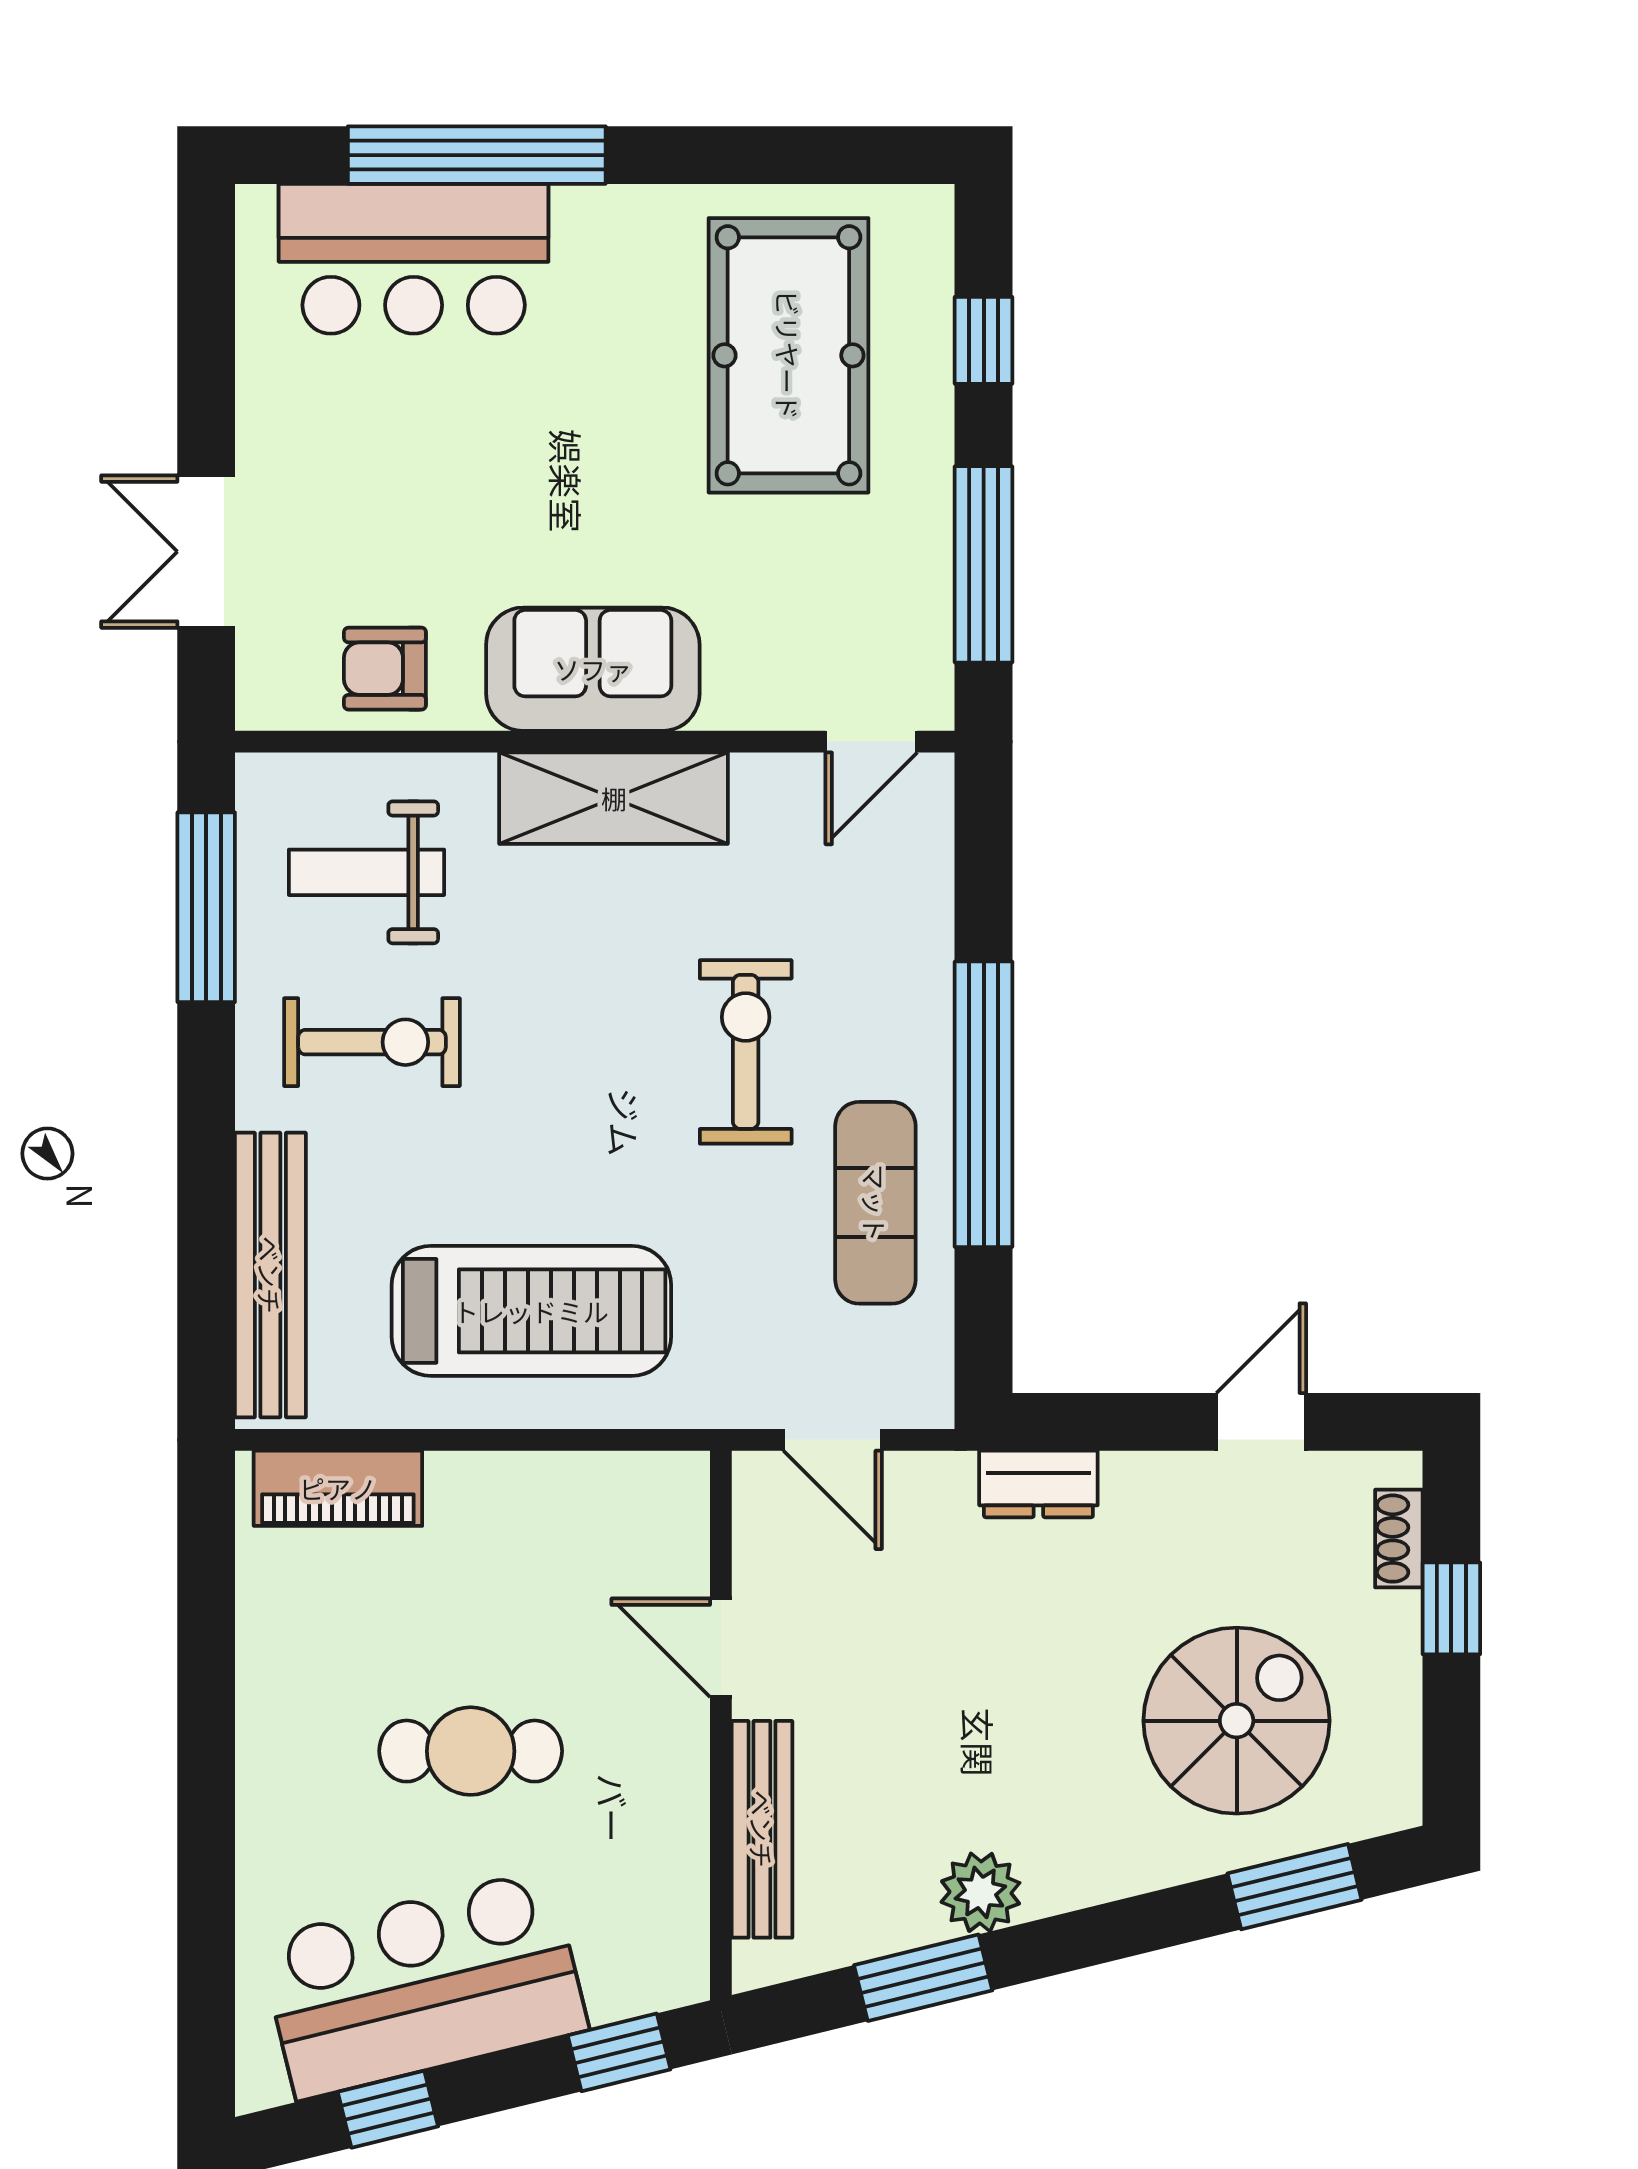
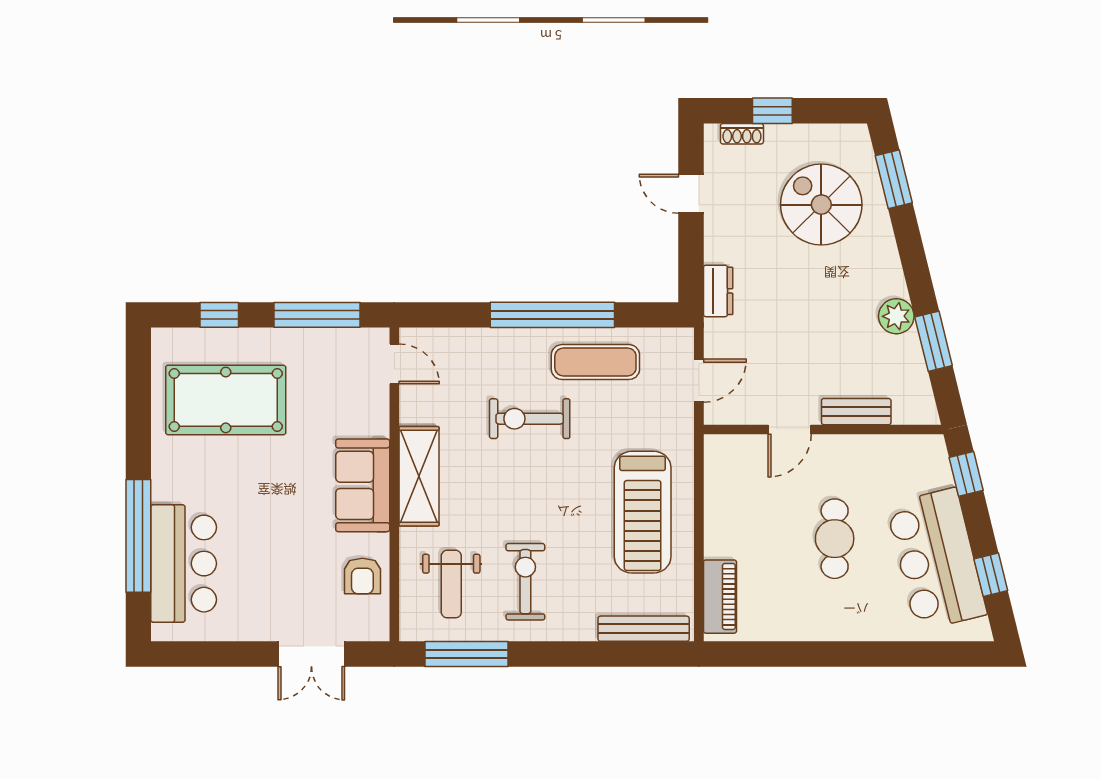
bench: (270, 1275) -> (644, 629), width x0.73, depth x0.82
treadmill: (531, 1311) -> (643, 512), turned 180
bench: (762, 1829) -> (856, 412), width x0.73

